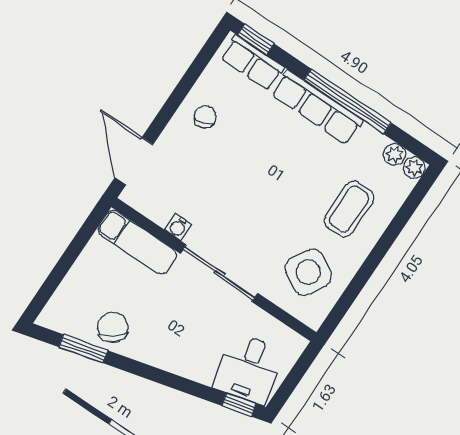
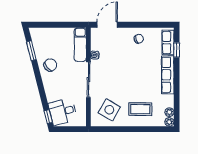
window: (255, 39) -> (177, 50), moved
window: (348, 101) -> (177, 84), removed
chair: (113, 327) -> (50, 65), moved

